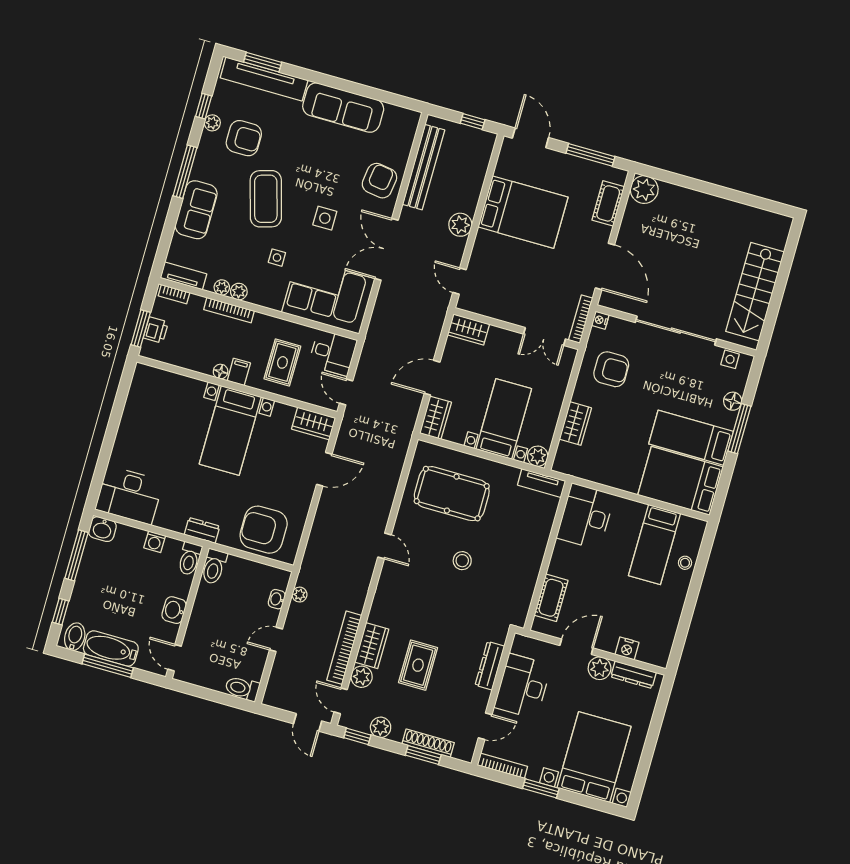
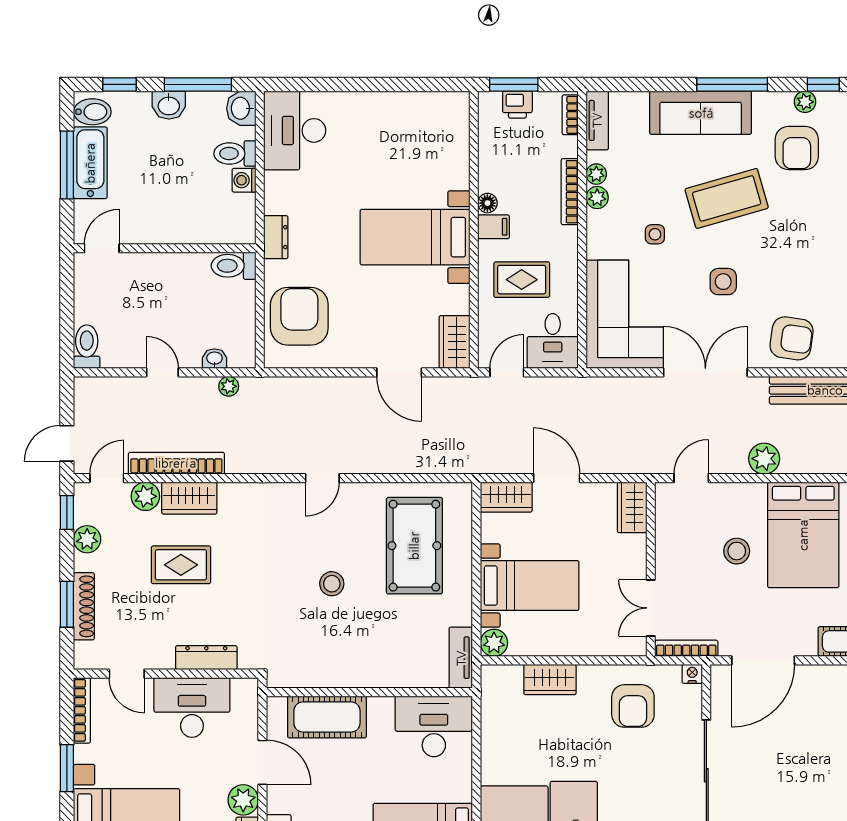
sofa: (196, 210) -> (701, 113), width x1.36
stool: (521, 263) -> (737, 551), added
toilet: (190, 559) -> (235, 154), moved
cot: (551, 598) -> (327, 717), width x1.37, depth x1.34
washbasin: (174, 610) -> (169, 105), moved, turned 180

